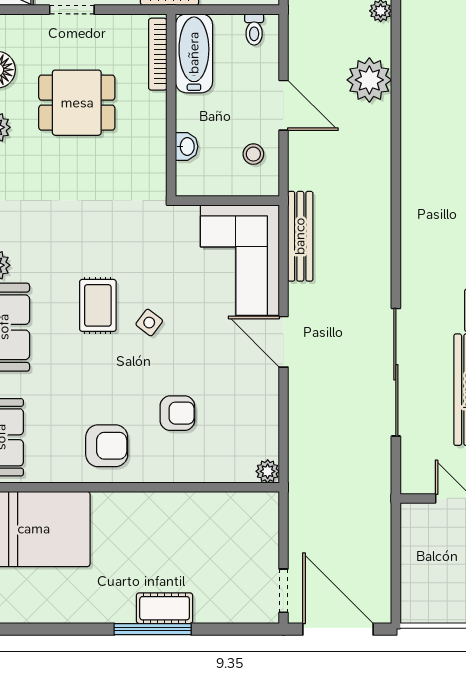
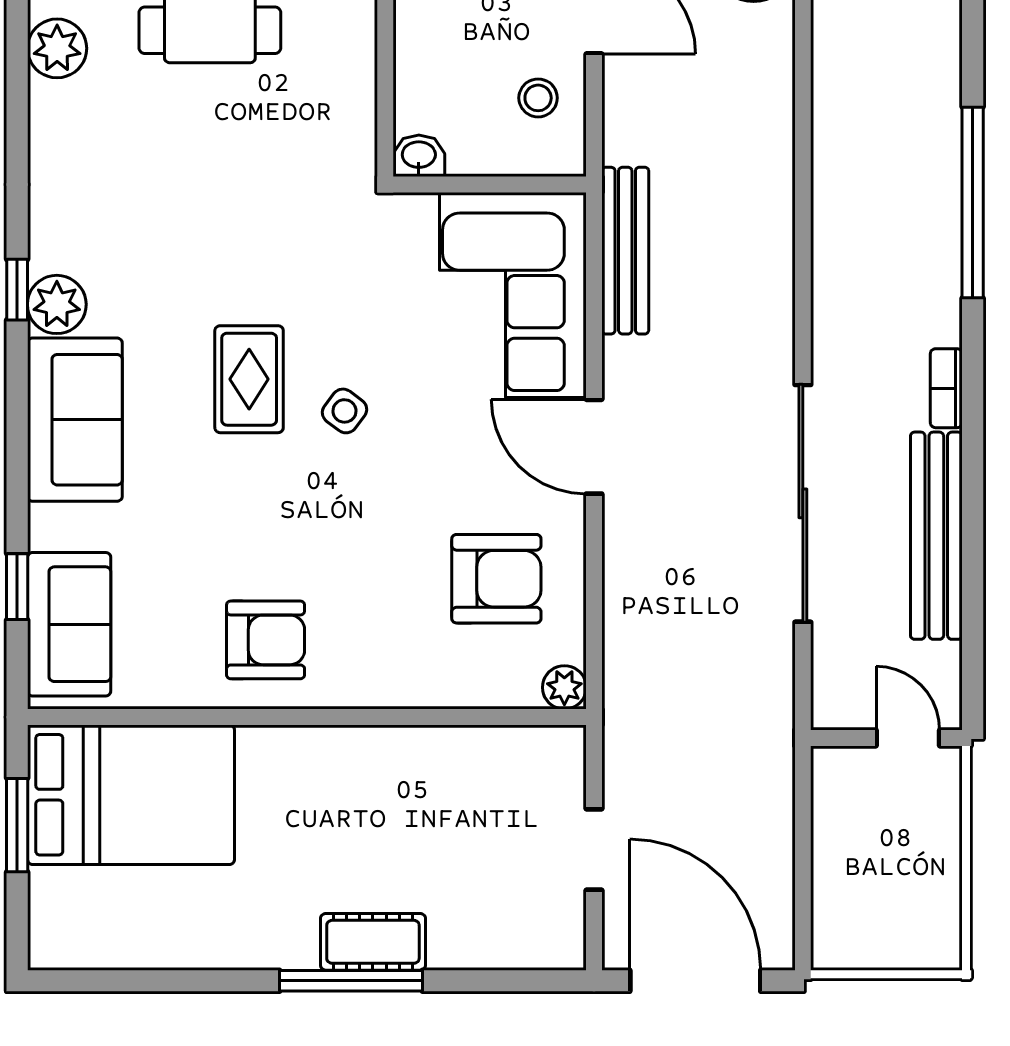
washbasin: (187, 147) -> (419, 156), moved, turned -90
armchair: (177, 413) -> (496, 579), moved, width x1.38, depth x1.38
doorway: (283, 591) -> (594, 850), moved

